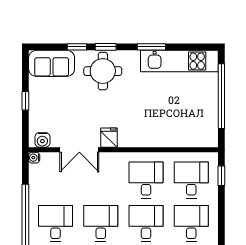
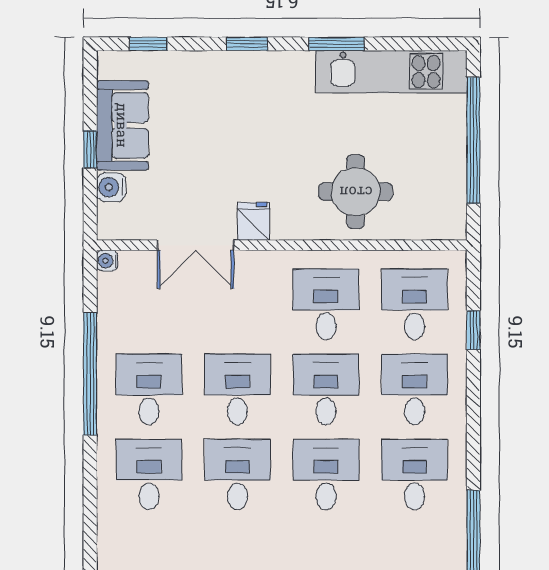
window: (77, 47) -> (148, 44), moved
sofa: (52, 63) -> (122, 125), moved, turned -90
round table: (103, 71) -> (356, 192), moved
water cooler: (42, 140) -> (111, 187), moved, turned 90
window: (221, 176) -> (473, 330), moved

